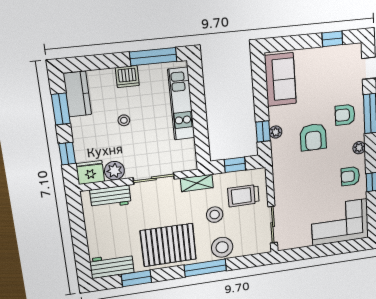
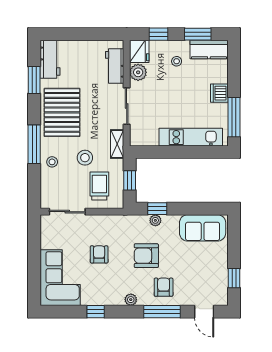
stool: (124, 120) -> (177, 61), moved
armchair: (350, 176) -> (99, 254), moved
stool: (222, 247) -> (52, 162), width x0.53, depth x0.53

